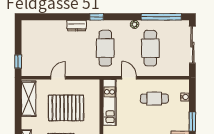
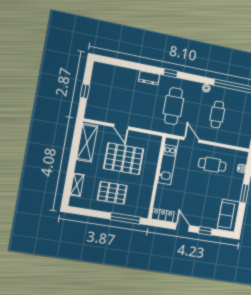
cafe table: (150, 48) -> (217, 115), width x0.73, depth x0.74
window: (18, 61) -> (85, 91), moved
door: (58, 78) -> (121, 127), swing flipped

